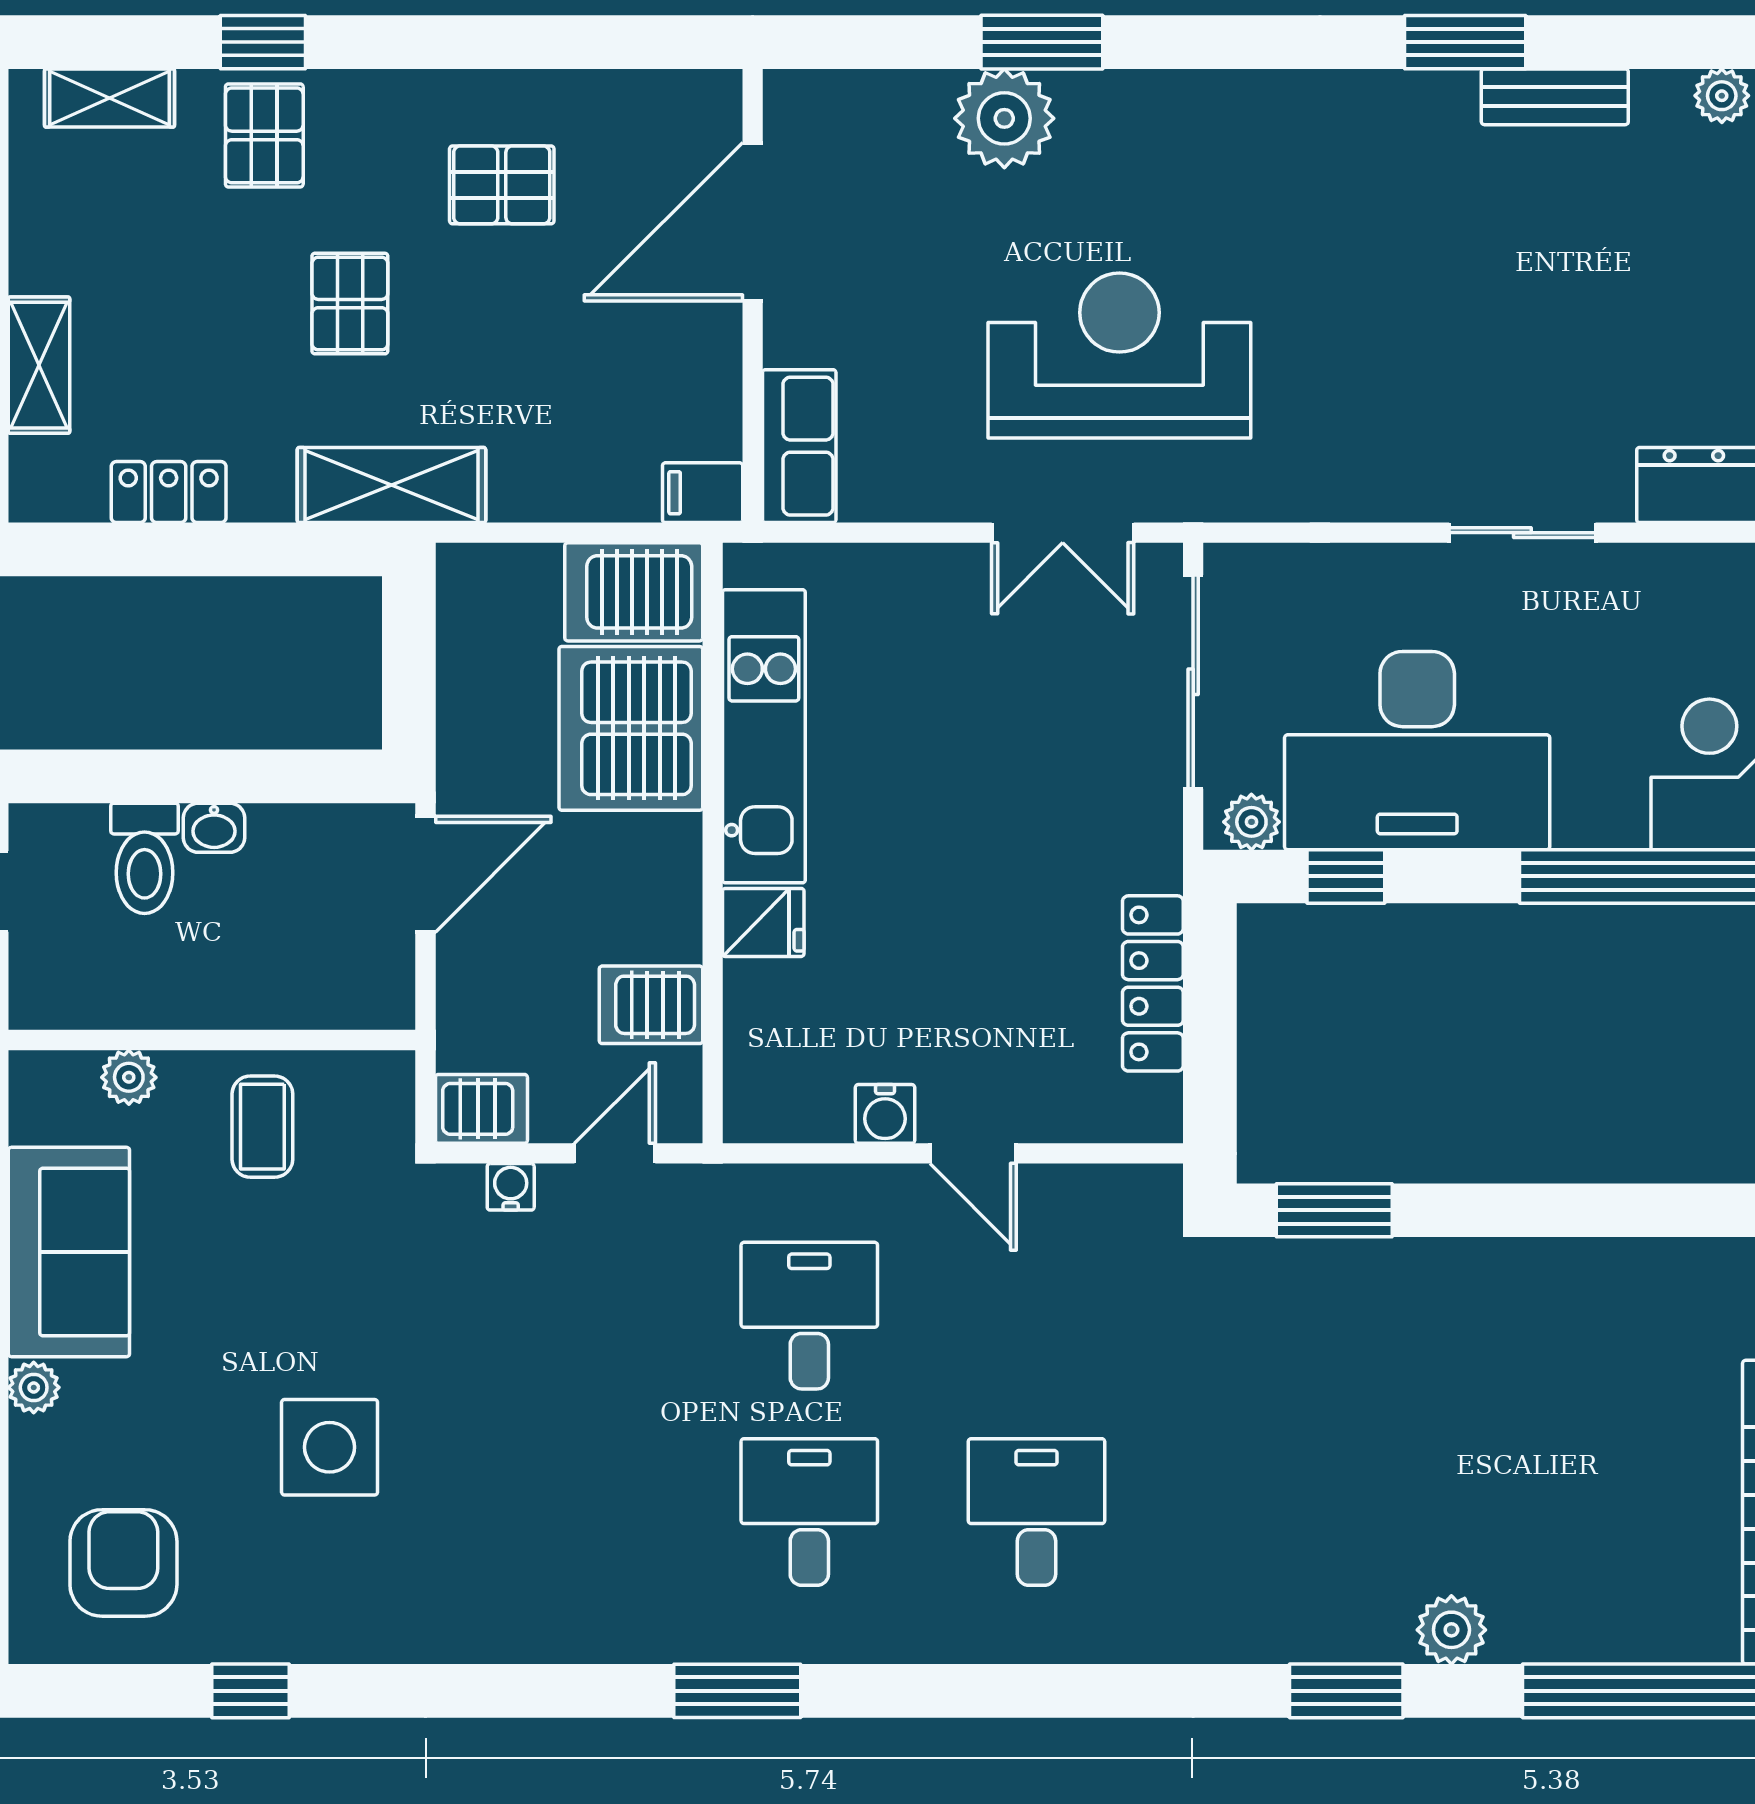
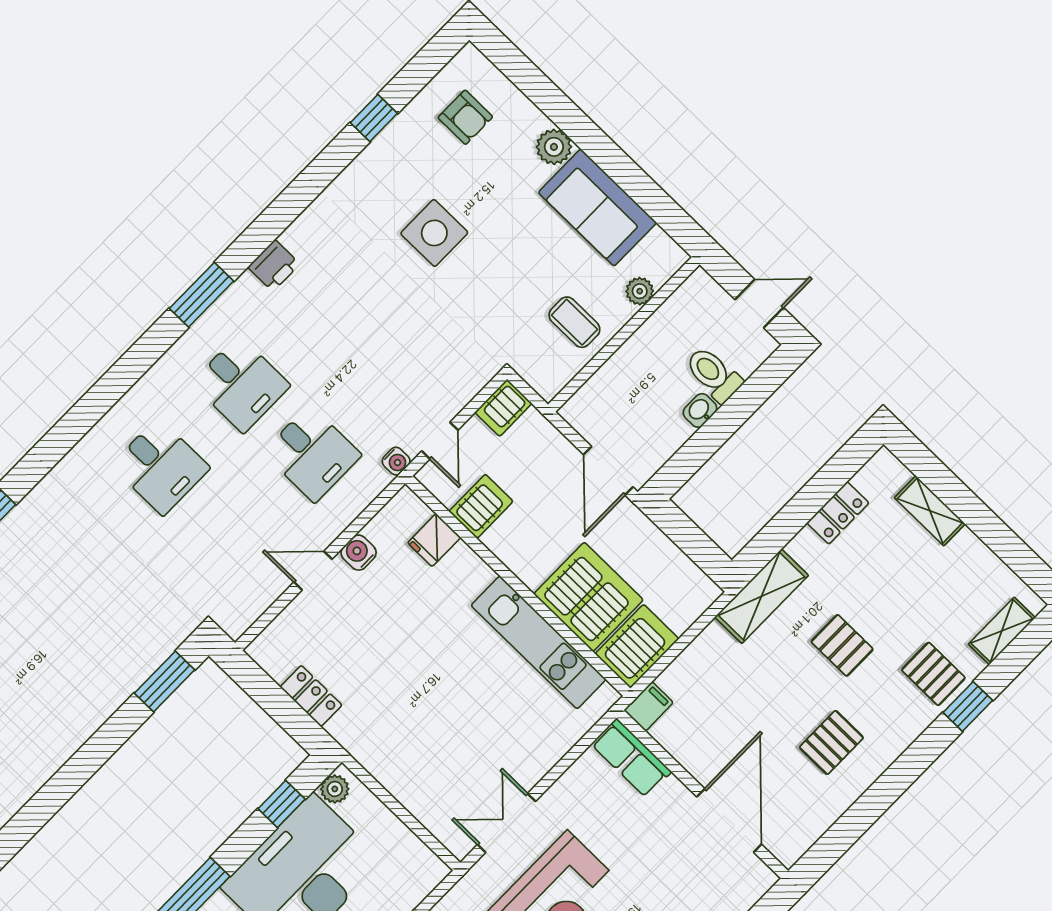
sliding door: (1193, 682) -> (406, 817), removed
fridge: (763, 922) -> (434, 540), moved
locker: (1153, 983) -> (311, 696), width x0.66
water cooler: (511, 1187) -> (396, 461), moved
plant: (34, 1387) -> (554, 147), width x1.38, depth x1.38
armchair: (123, 1563) -> (465, 117), width x0.72, depth x0.72
printer: (597, 1629) -> (274, 266), added

